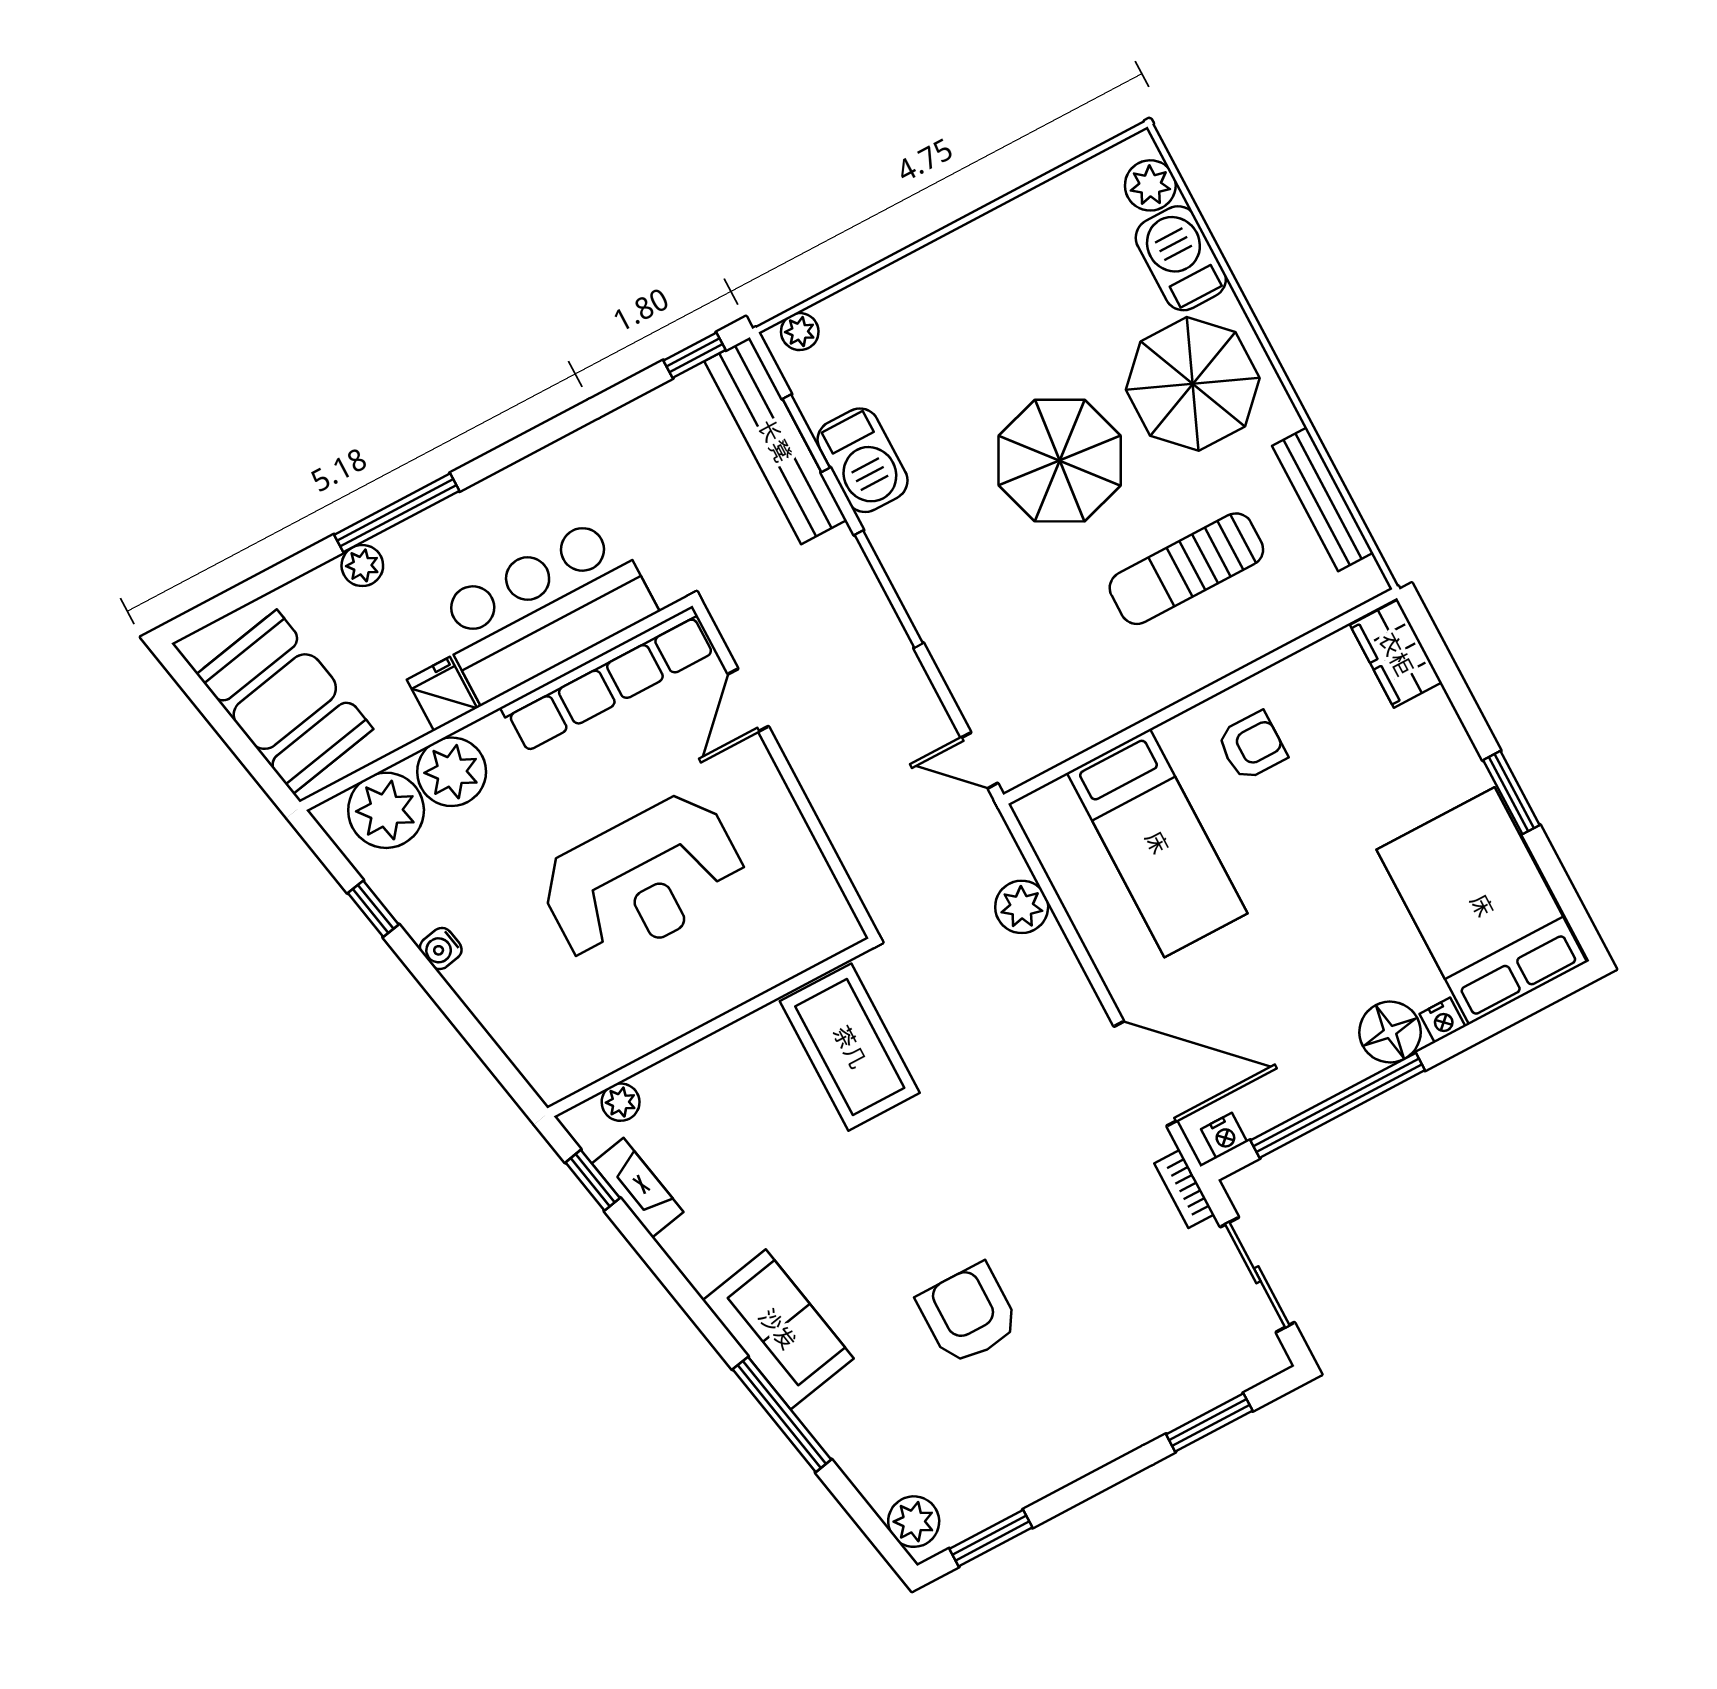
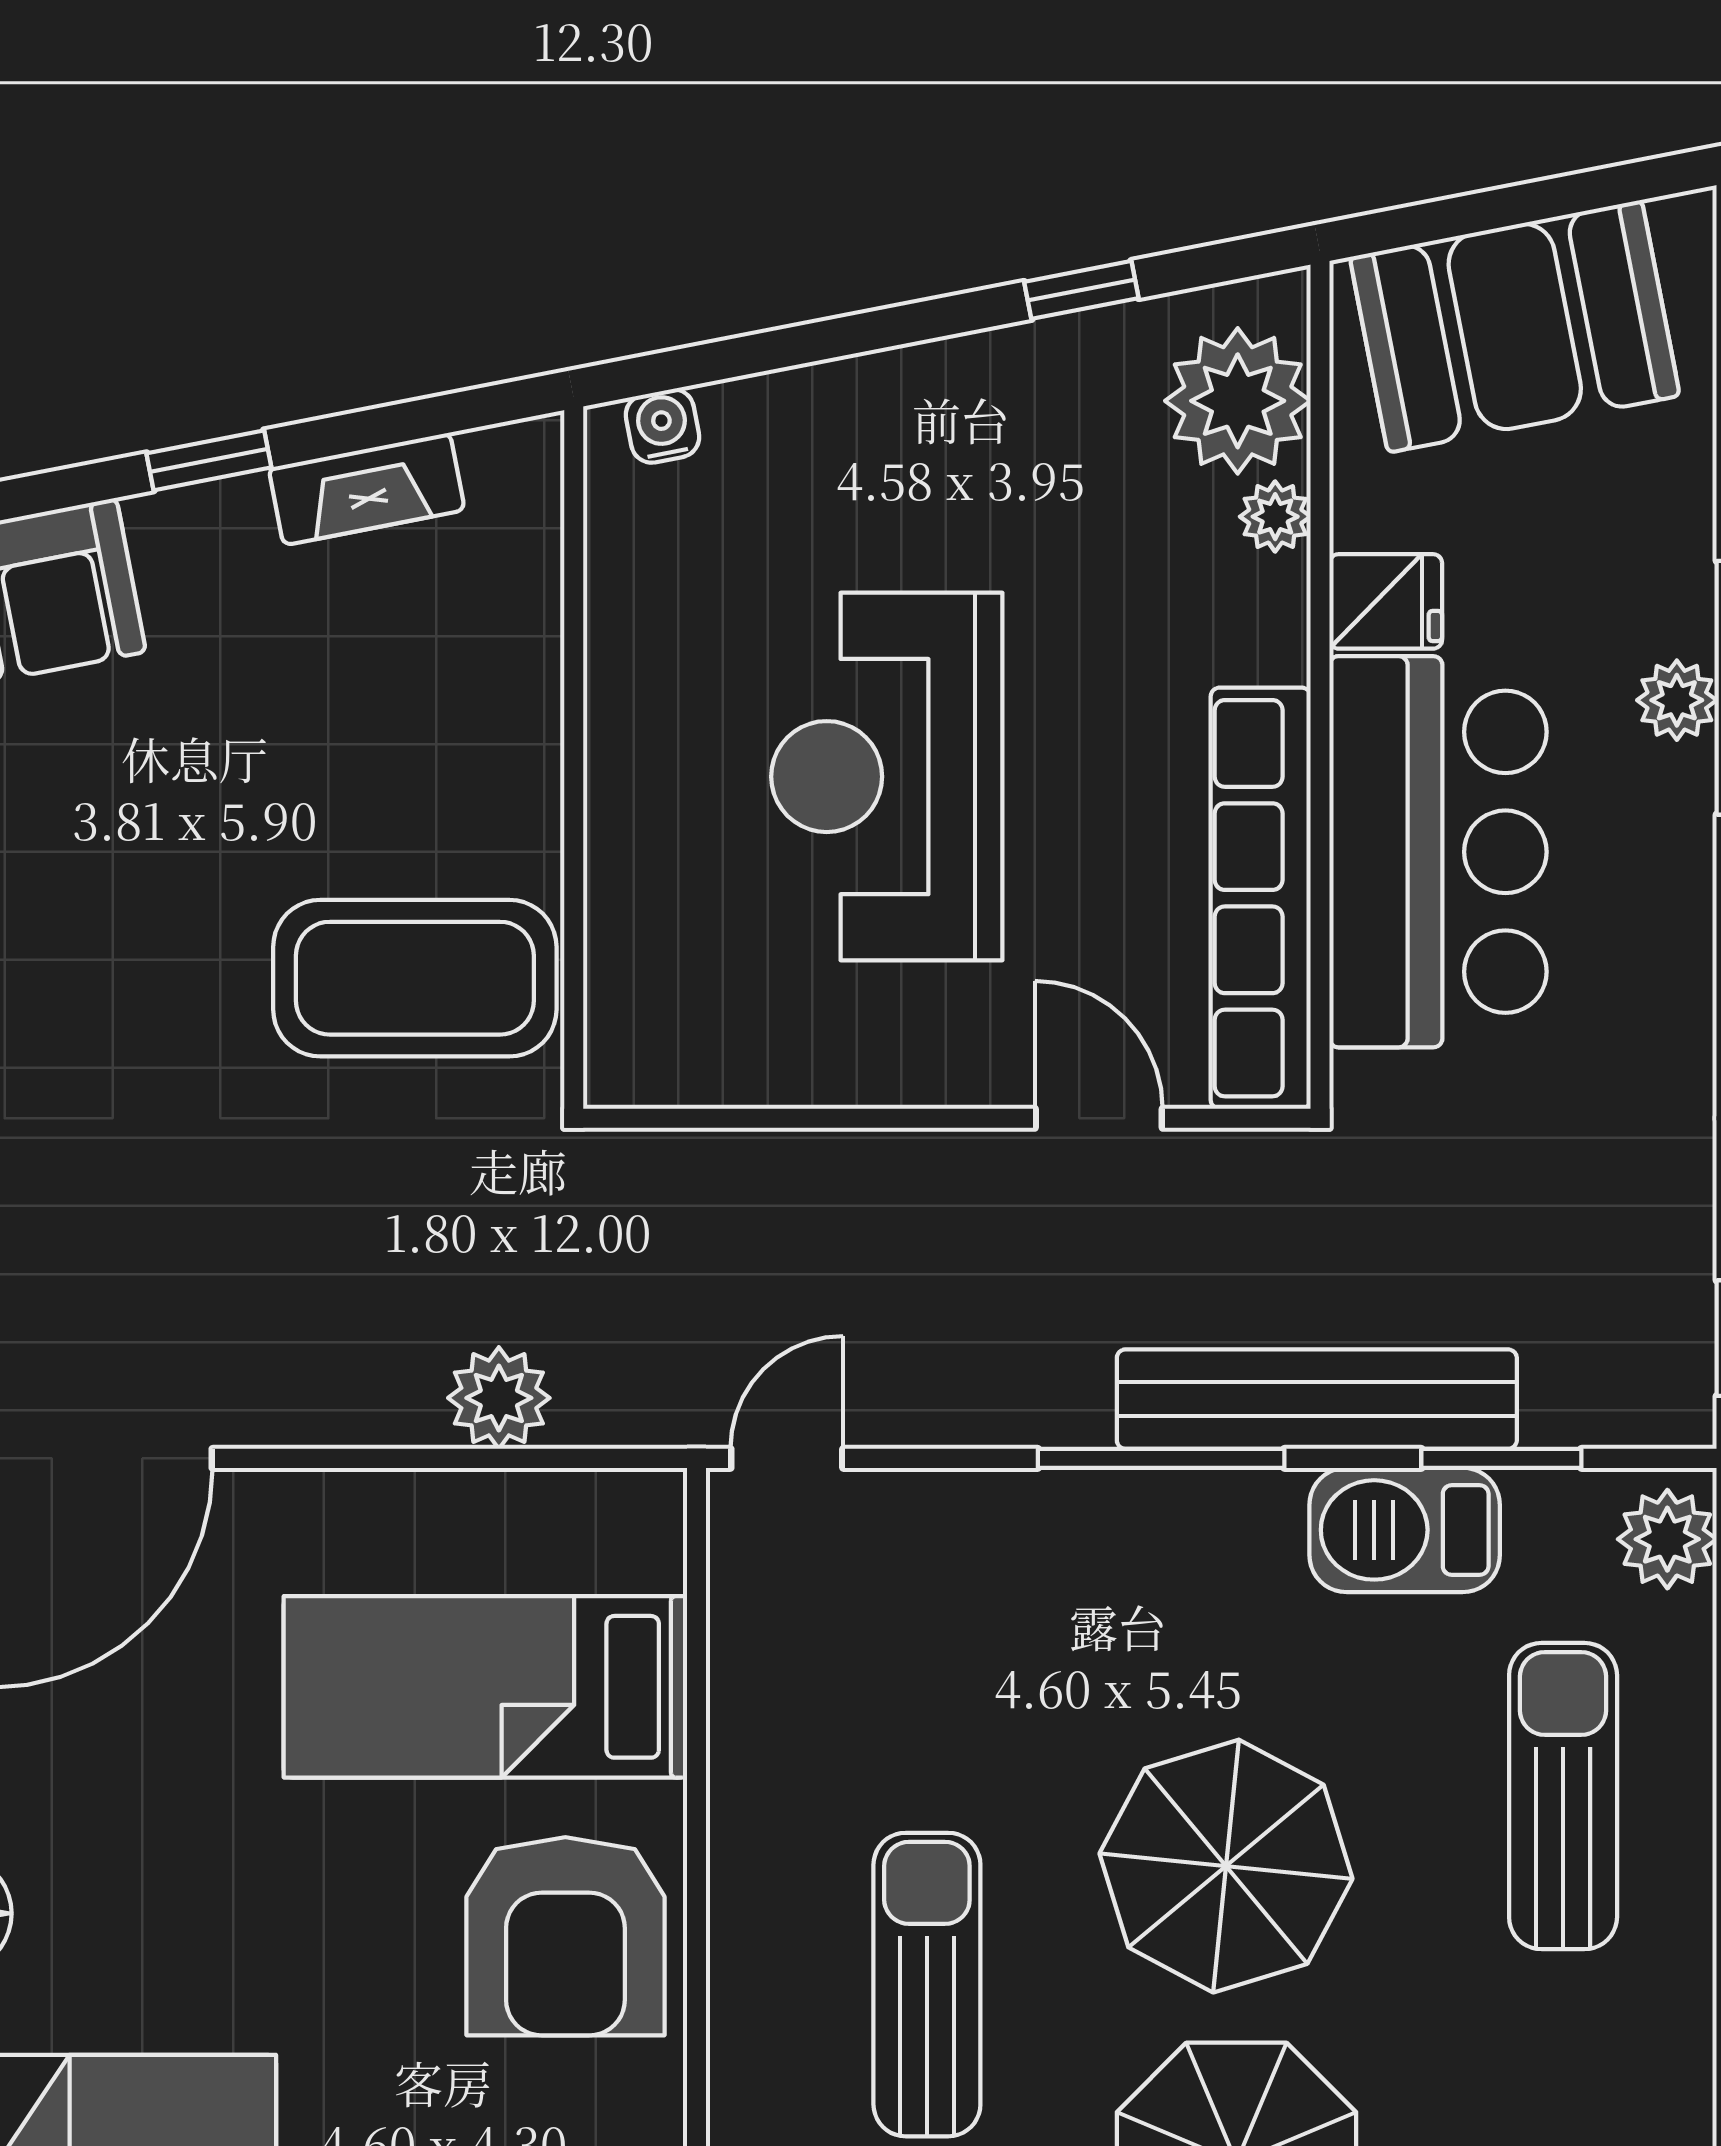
sun lounger: (946, 323) -> (1563, 1796), added
plant: (800, 332) -> (1667, 1539), width x1.38, depth x1.38
bench: (775, 441) -> (1317, 1399), moved
plant: (362, 566) -> (1677, 700), moved
armchair: (1252, 746) -> (565, 1936), width x1.88, depth x1.88
plant: (452, 772) -> (1275, 517), width x0.53, depth x0.53
water cooler: (441, 949) -> (662, 426), moved
plant: (621, 1102) -> (528, 537), removed
window: (593, 1180) -> (209, 460), moved

